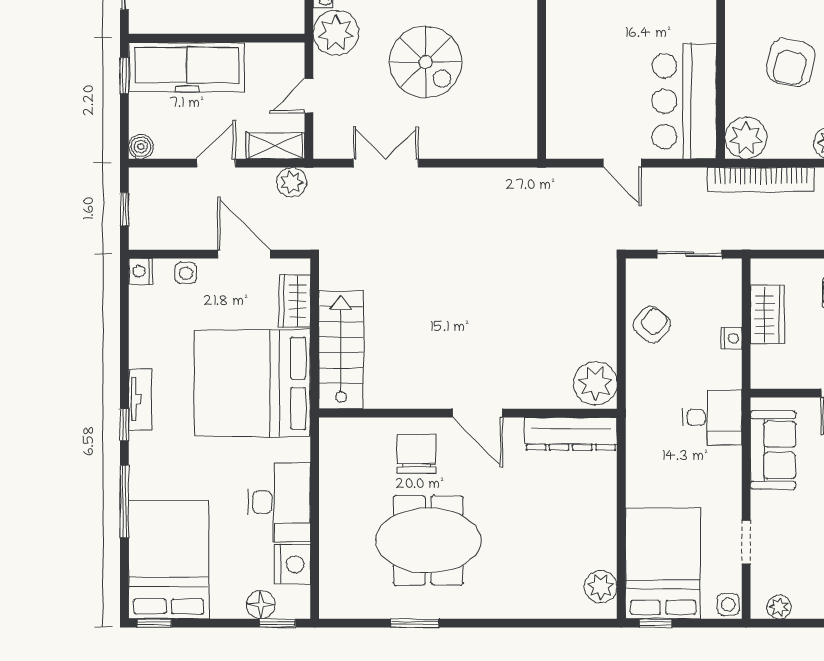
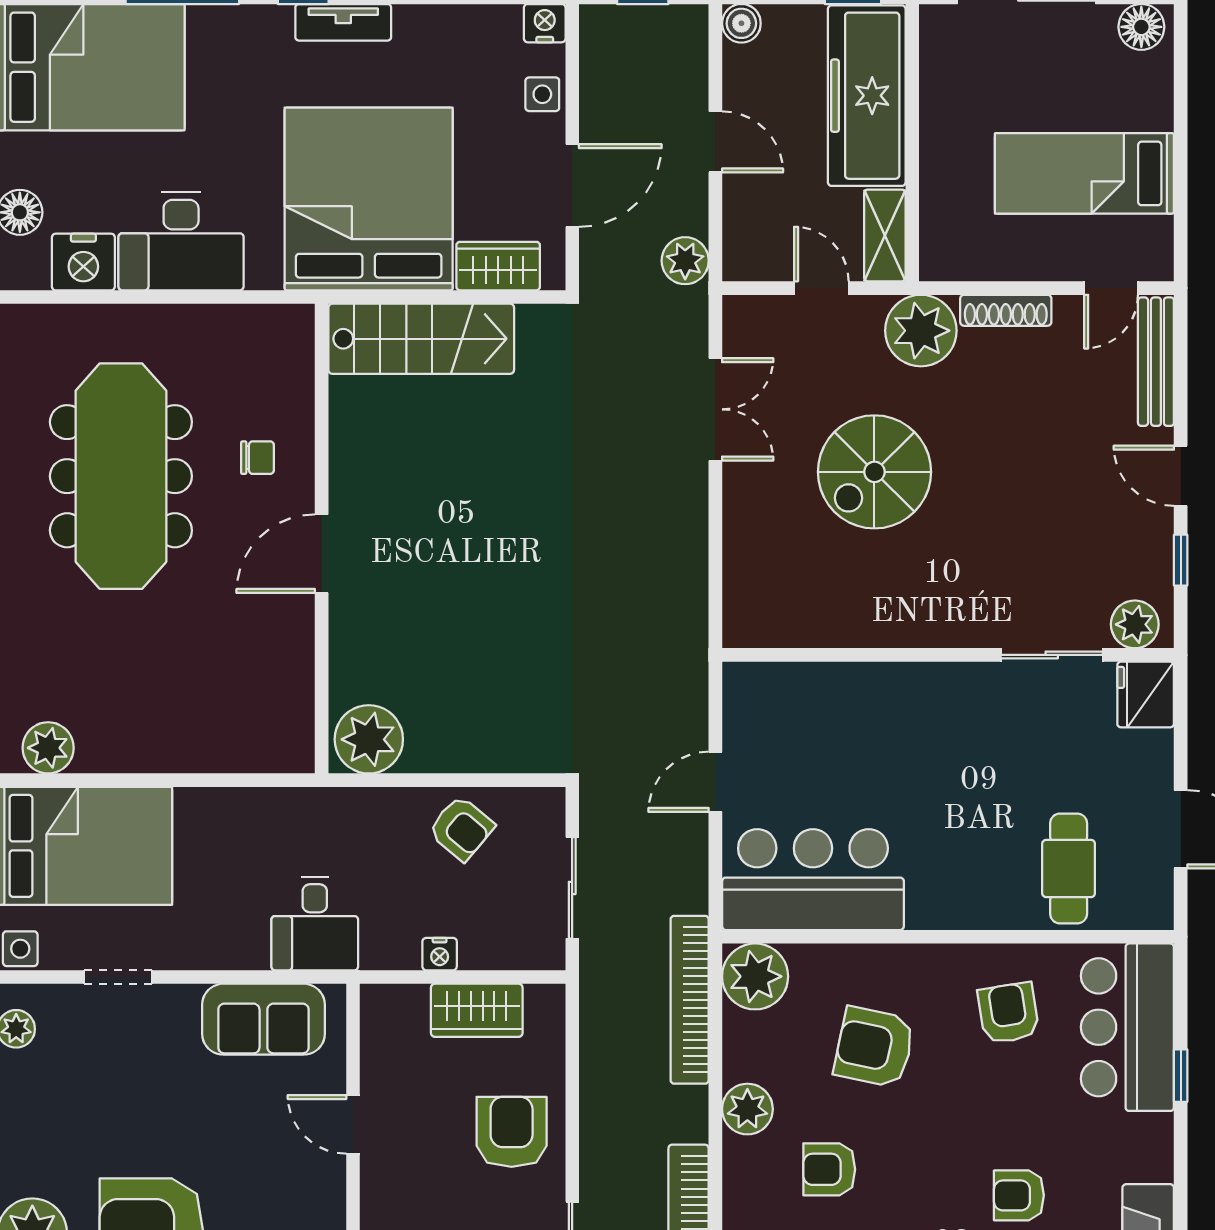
shelving: (276, 146) -> (885, 235), moved
dresser: (571, 434) -> (289, 701), removed
chair: (417, 454) -> (257, 458), width x0.54, depth x0.54
meeting table: (428, 540) -> (121, 476), width x1.36

